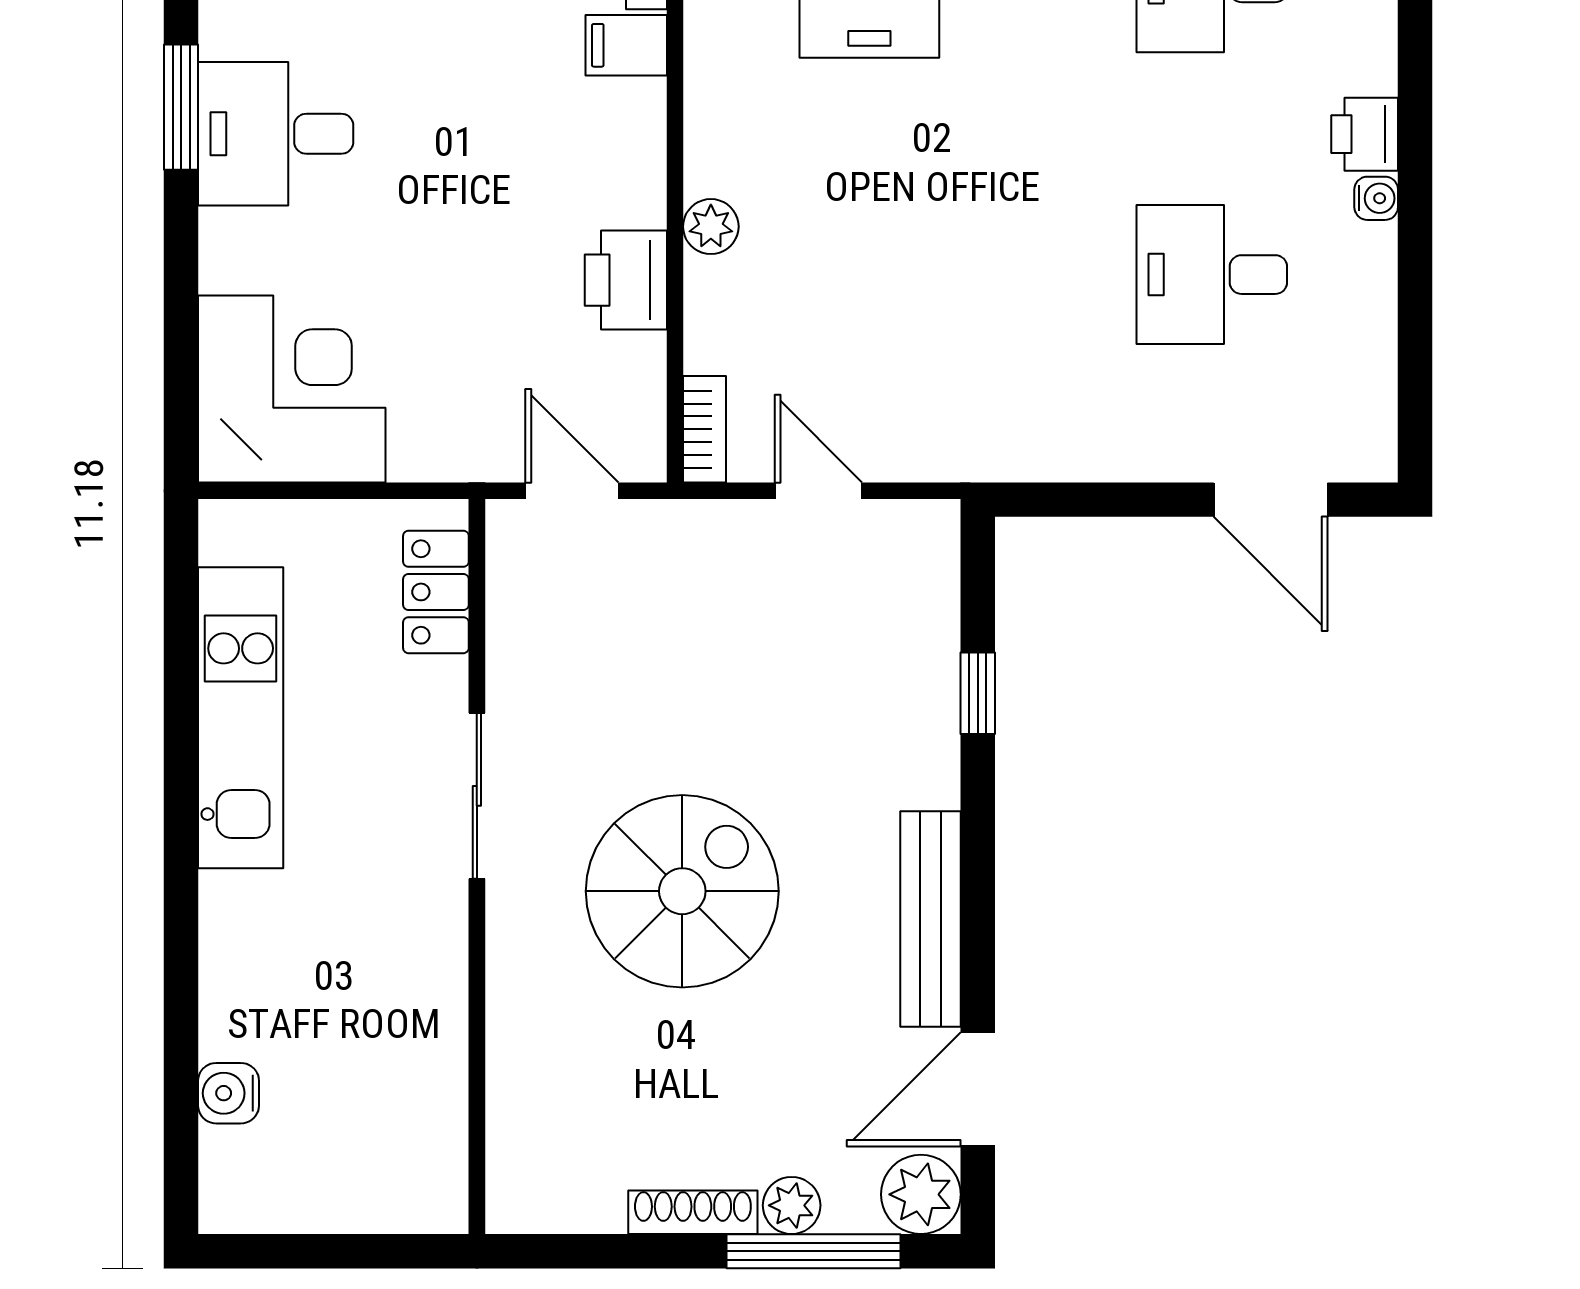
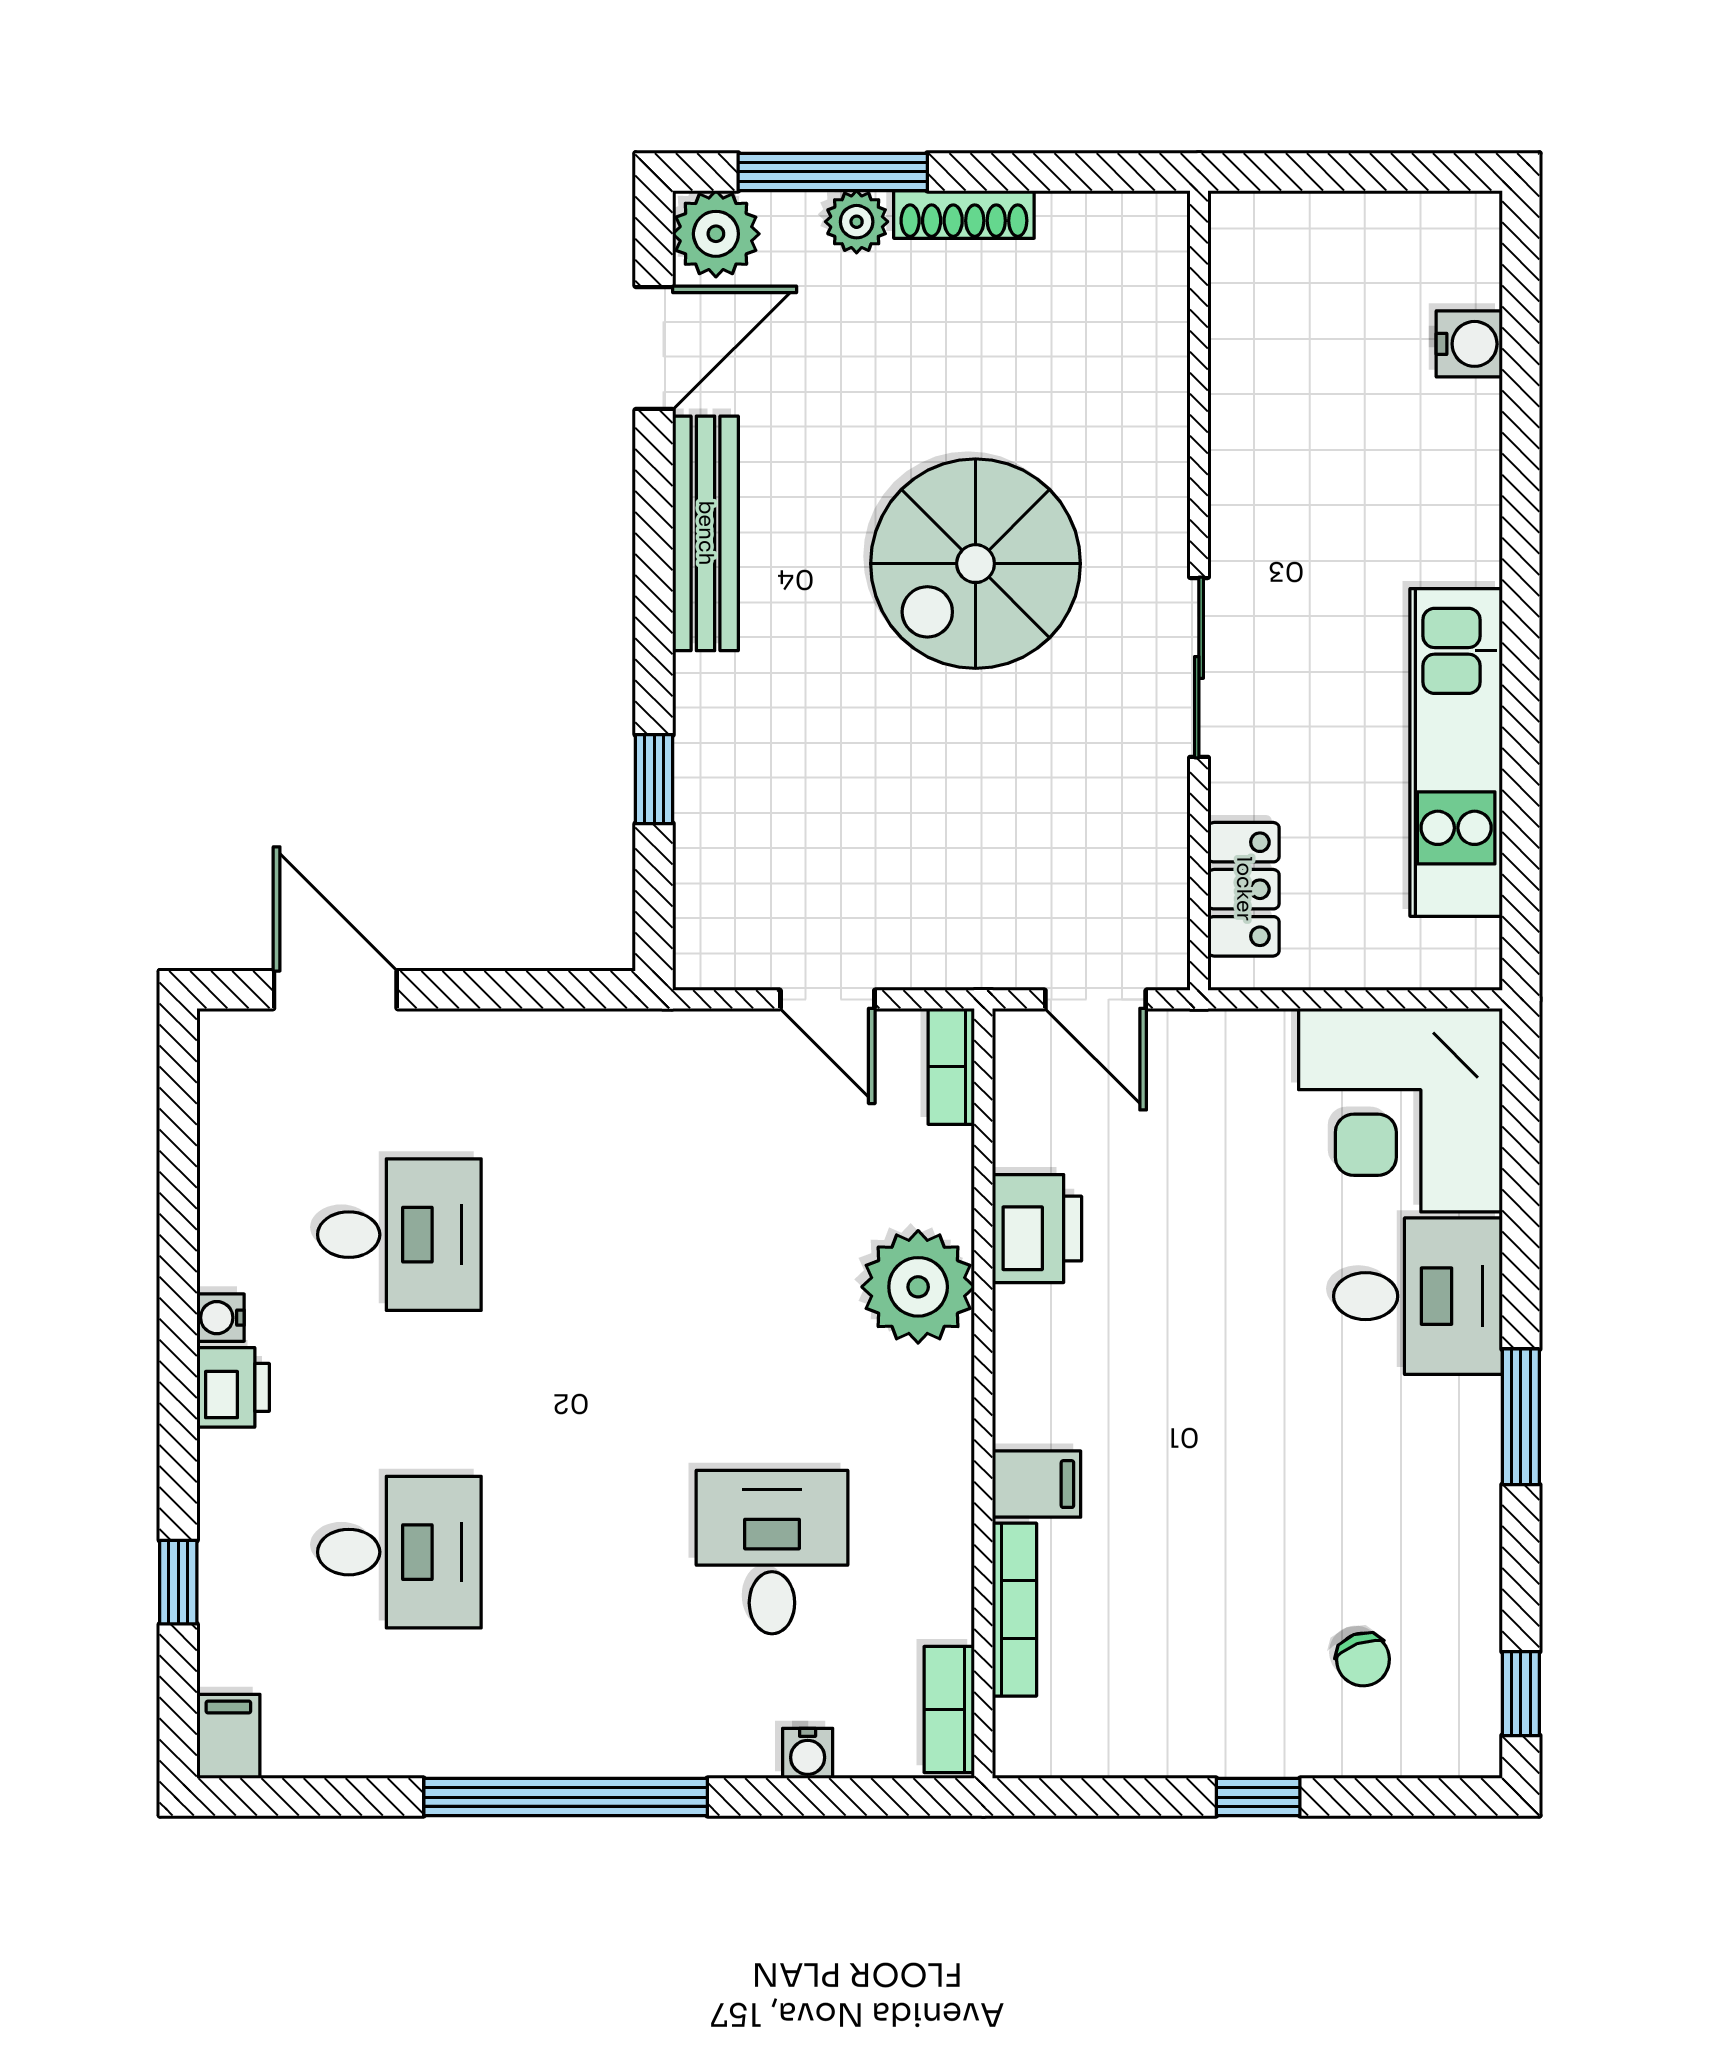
desk: (276, 134) -> (1418, 1296), moved
plant: (711, 227) -> (918, 1287), width x1.88, depth x1.88

